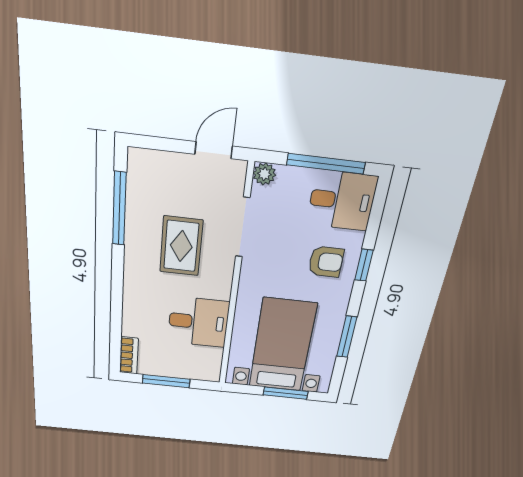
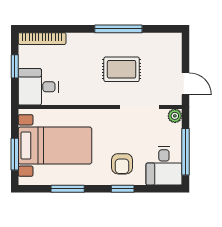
window: (119, 209) -> (118, 29), moved
desk: (198, 322) -> (38, 87), moved, turned 90
bookcase: (129, 355) -> (42, 39), width x1.56
window: (166, 381) -> (15, 66), width x0.67

